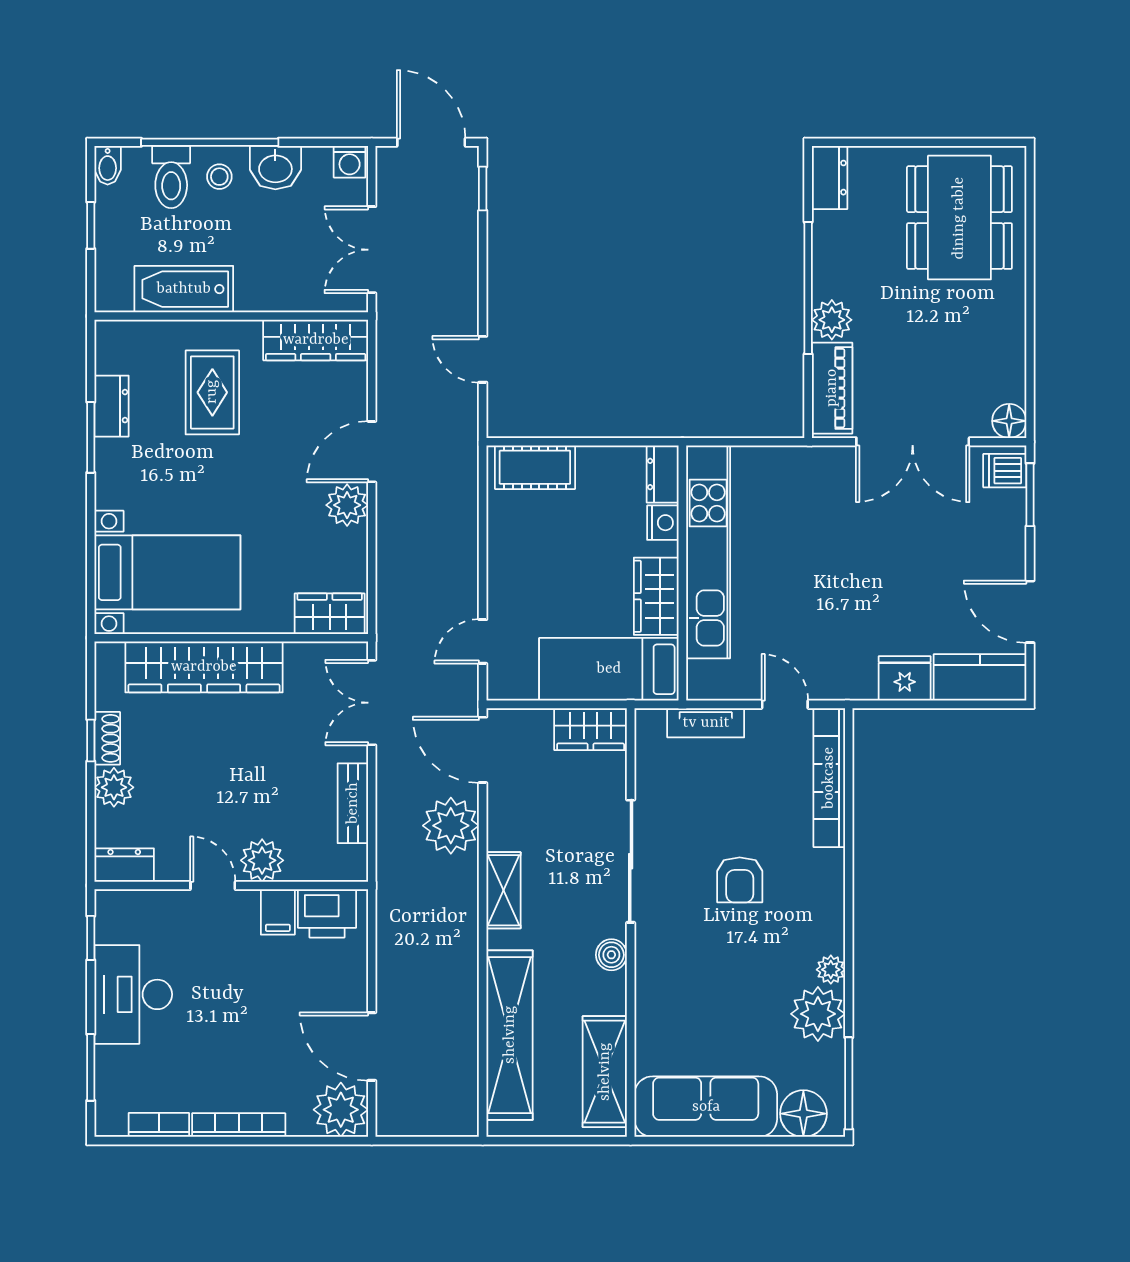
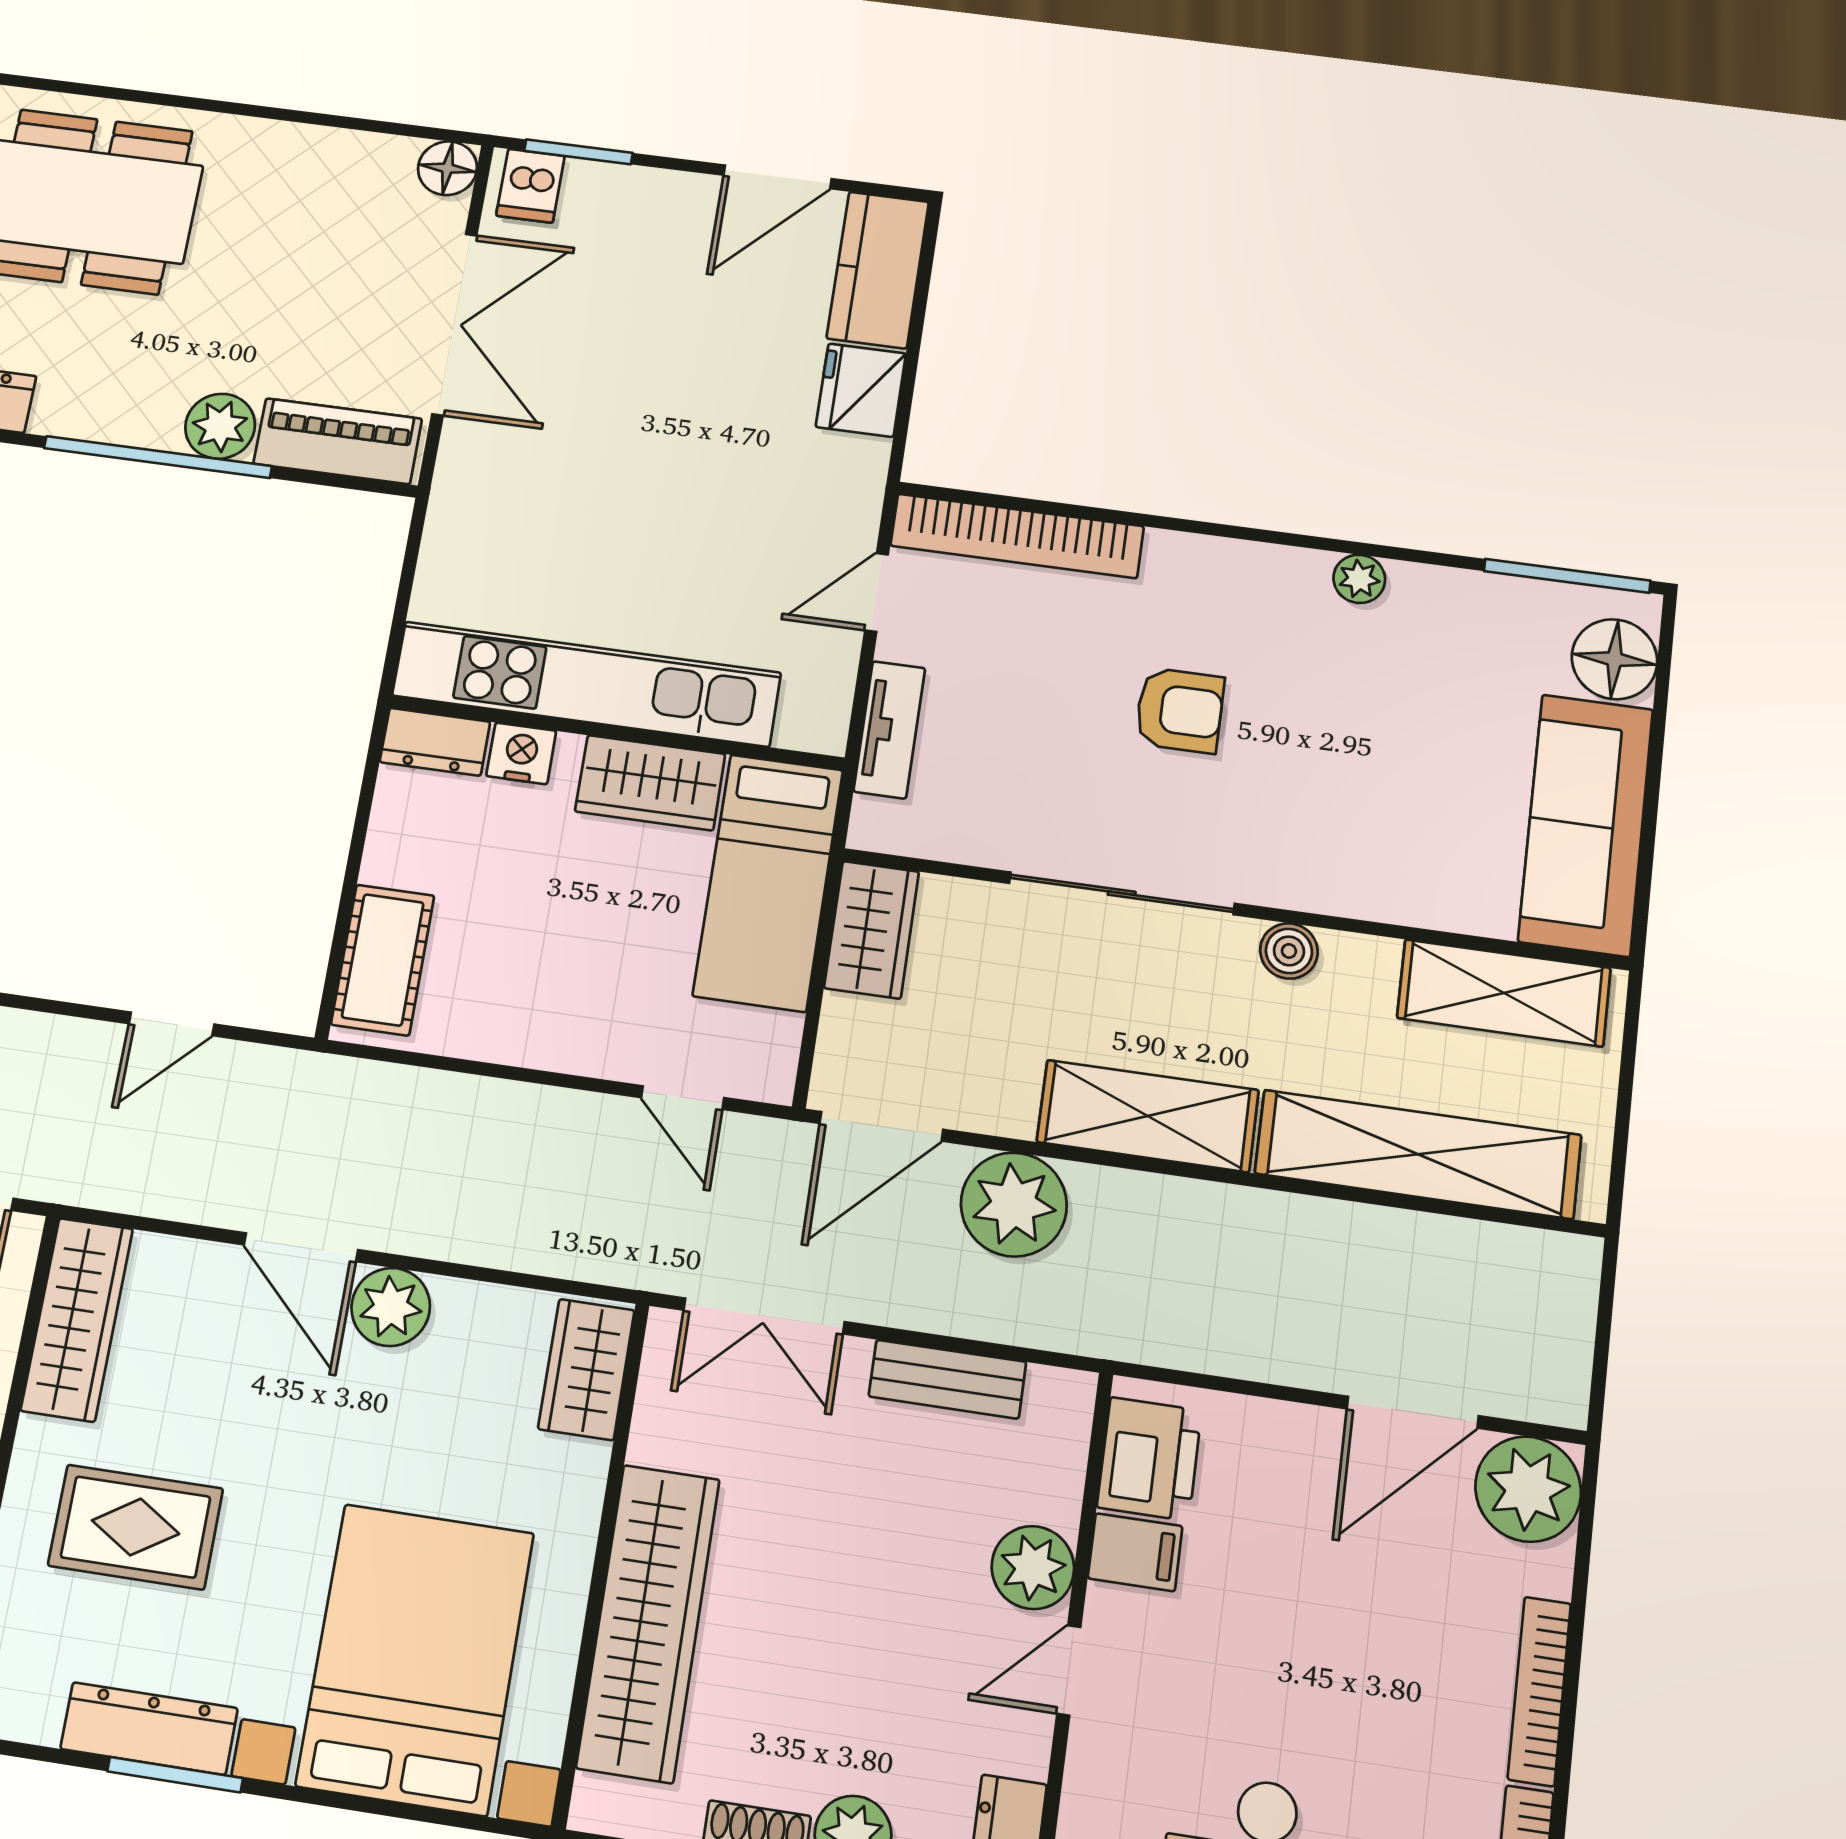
dresser: (112, 406) -> (149, 1729), width x1.44
bed with nightstands: (167, 572) -> (415, 1659), width x1.36
shelving: (504, 890) -> (1148, 1116), width x1.50, depth x1.33
plant: (818, 1014) -> (1437, 611), removed

